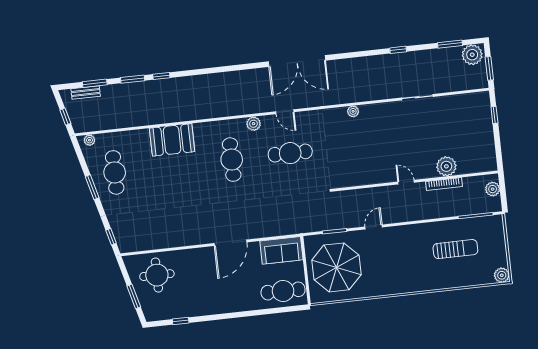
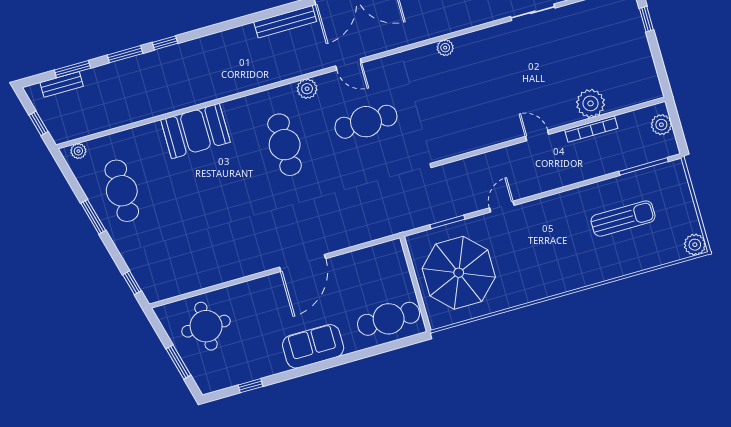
bench: (246, 75) -> (285, 22), added
sofa: (281, 250) -> (313, 346), moved, turned 180

